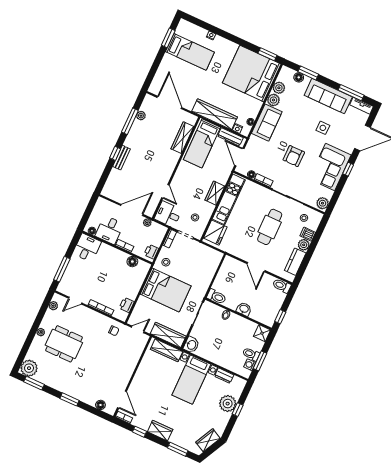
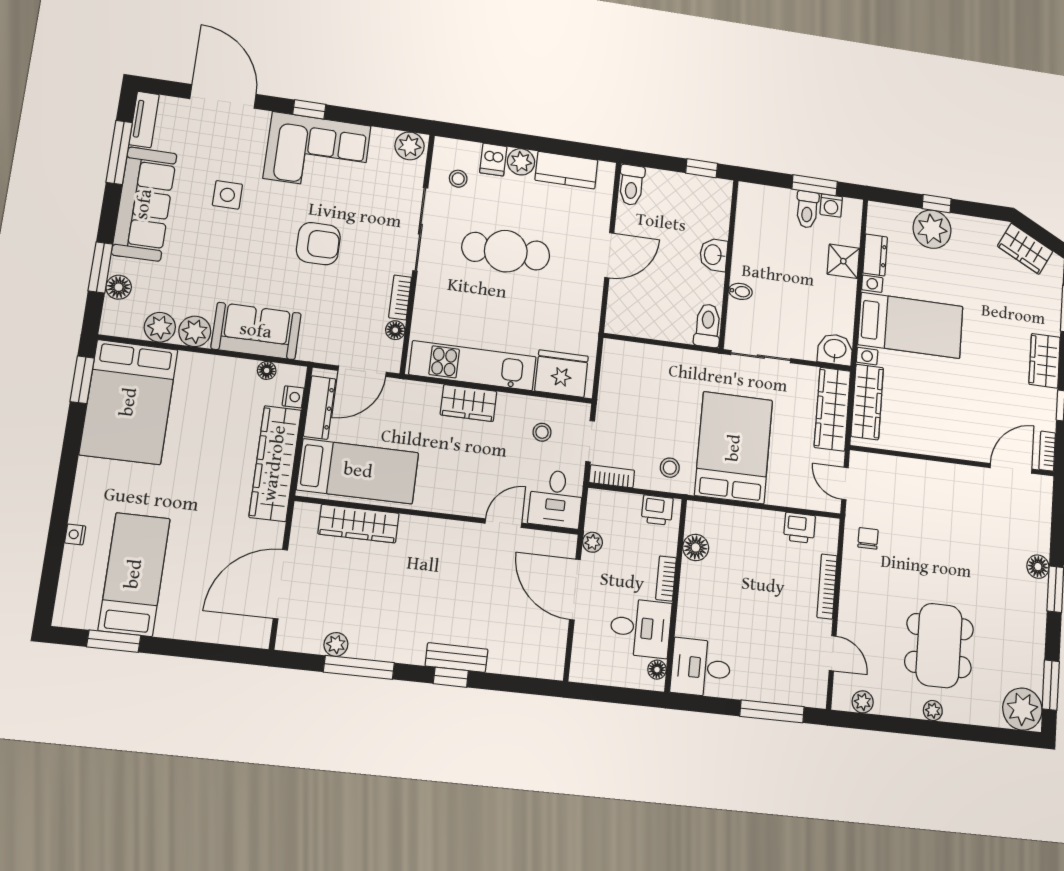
bed: (252, 73) -> (129, 402), width x0.73
shower: (262, 333) -> (843, 261), moved
floor lamp: (100, 405) -> (1038, 567), moved

